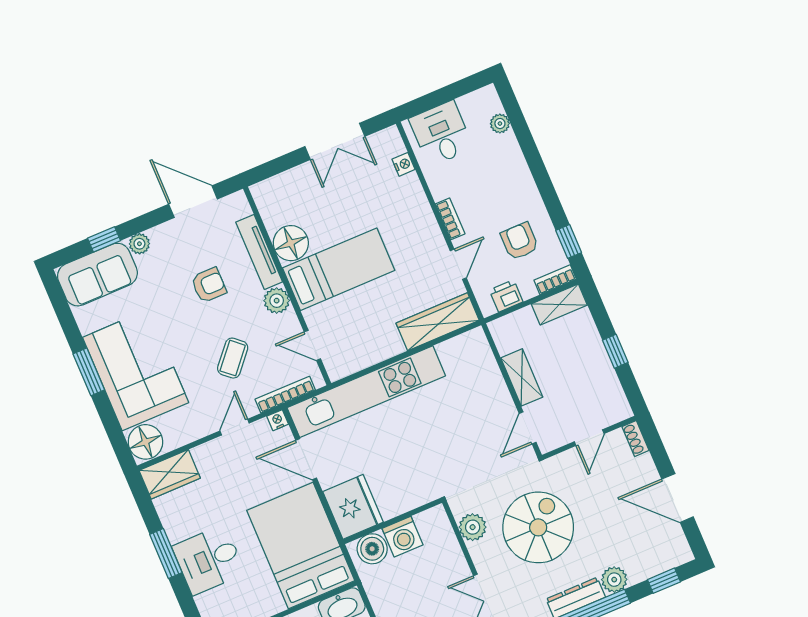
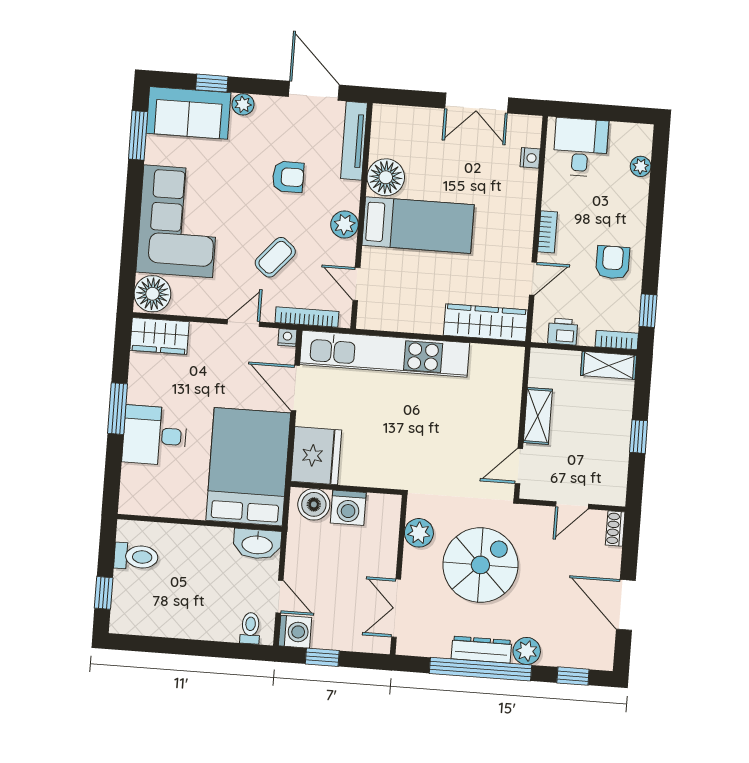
armchair: (519, 241) -> (613, 262), moved
tv unit: (259, 252) -> (354, 141), moved
window: (89, 372) -> (138, 135), moved

